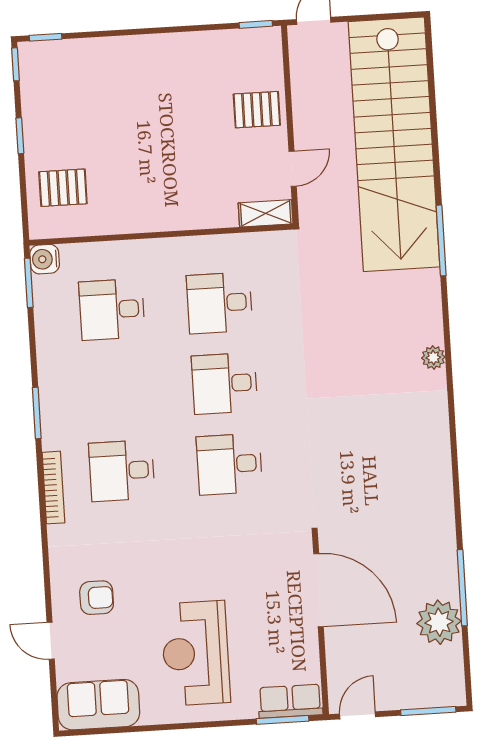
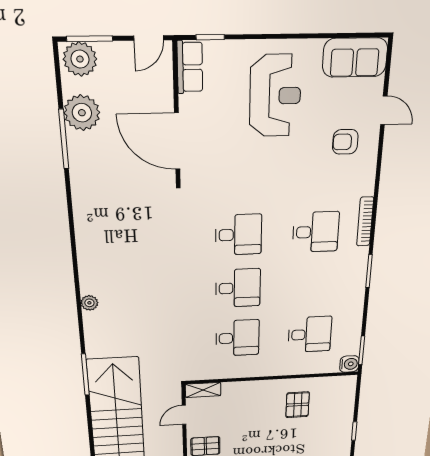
pallet: (63, 188) -> (298, 405), moved, turned 90
plant: (440, 687) -> (80, 59), added
row of seats: (290, 701) -> (190, 67), moved, turned -90
window: (283, 720) -> (210, 37), width x0.67

